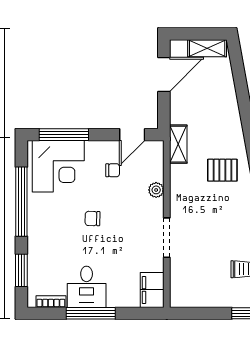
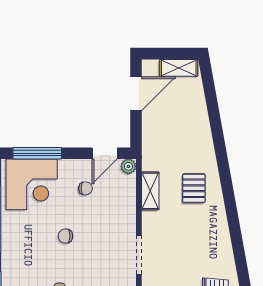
shelving: (178, 144) -> (150, 191), moved
pallet: (222, 170) -> (194, 188), turned 90
plant: (156, 190) -> (128, 166), moved

